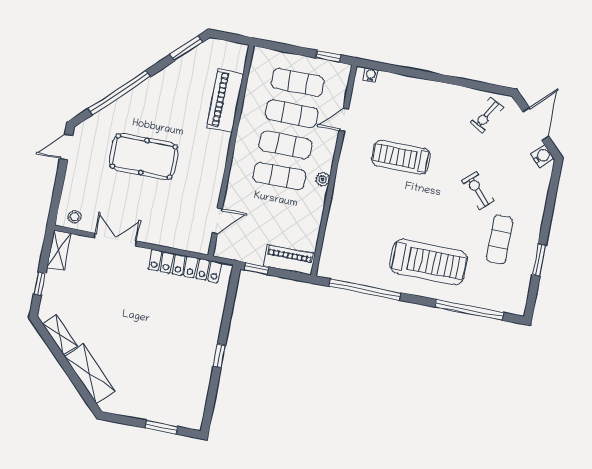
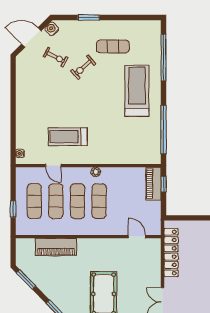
window: (328, 56) -> (13, 209), moved
exercise bike: (487, 115) -> (56, 57), moved
treadmill: (401, 157) -> (68, 137), moved, turned 90
window: (539, 260) -> (89, 17), moved
window: (257, 268) -> (164, 184), moved

